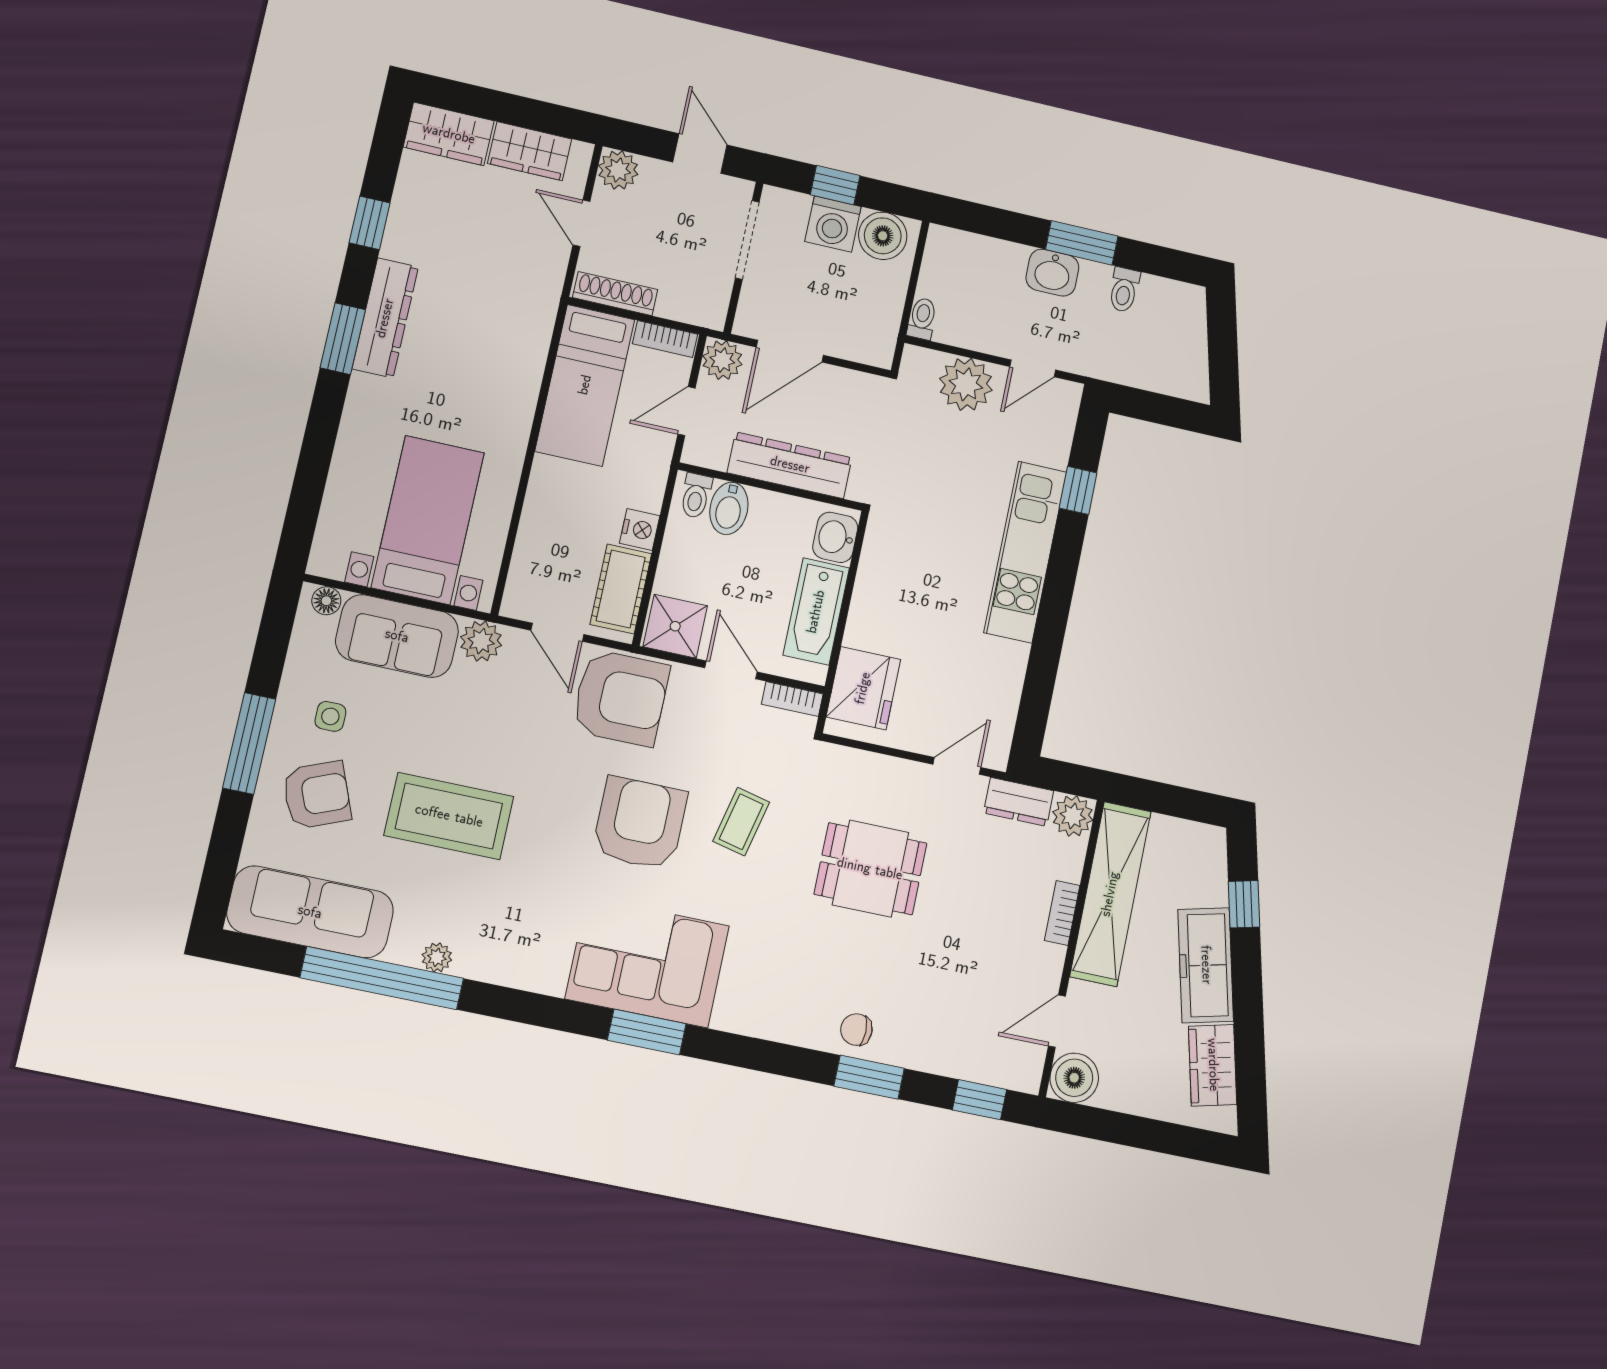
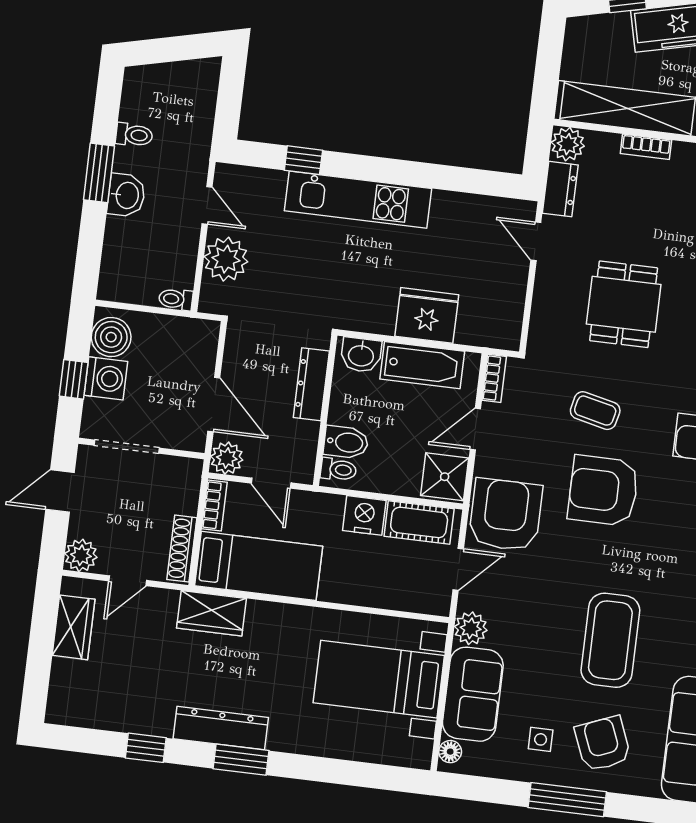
wardrobe: (449, 134) -> (212, 613), moved, turned 90
dresser: (790, 465) -> (311, 384), width x0.73, depth x0.80
nightstand: (640, 529) -> (364, 515), width x1.36, depth x1.33
fridge: (863, 688) -> (427, 315), moved

